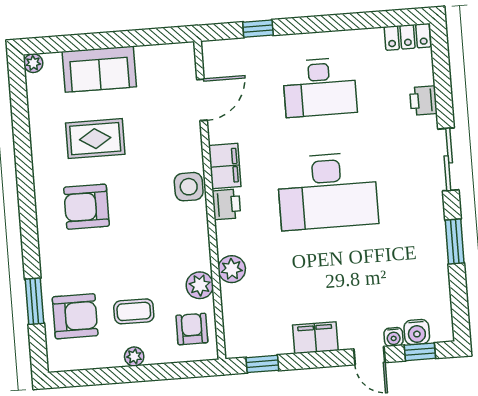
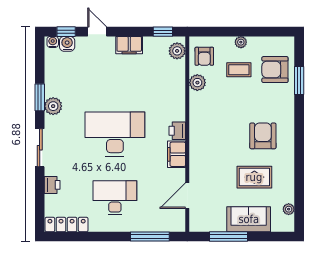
window: (258, 29) -> (150, 237), width x2.17
locker: (407, 37) -> (67, 225), width x1.53
window: (130, 39) -> (228, 237), added
plant: (33, 63) -> (289, 209), moved
side table: (189, 187) -> (200, 143), removed
armchair: (86, 207) -> (263, 136), turned -90
plant: (432, 229) -> (53, 106), added
plant: (232, 269) -> (177, 51), moved
water cooler: (394, 337) -> (53, 42), moved

